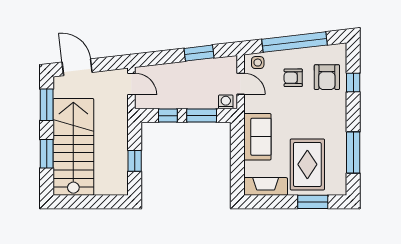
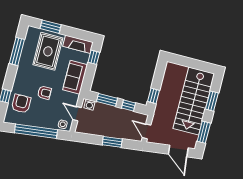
window: (199, 53) -> (112, 142), moved
armchair: (293, 78) -> (44, 93), moved
window: (135, 161) -> (153, 96), moved
window: (237, 173) -> (94, 57), added

